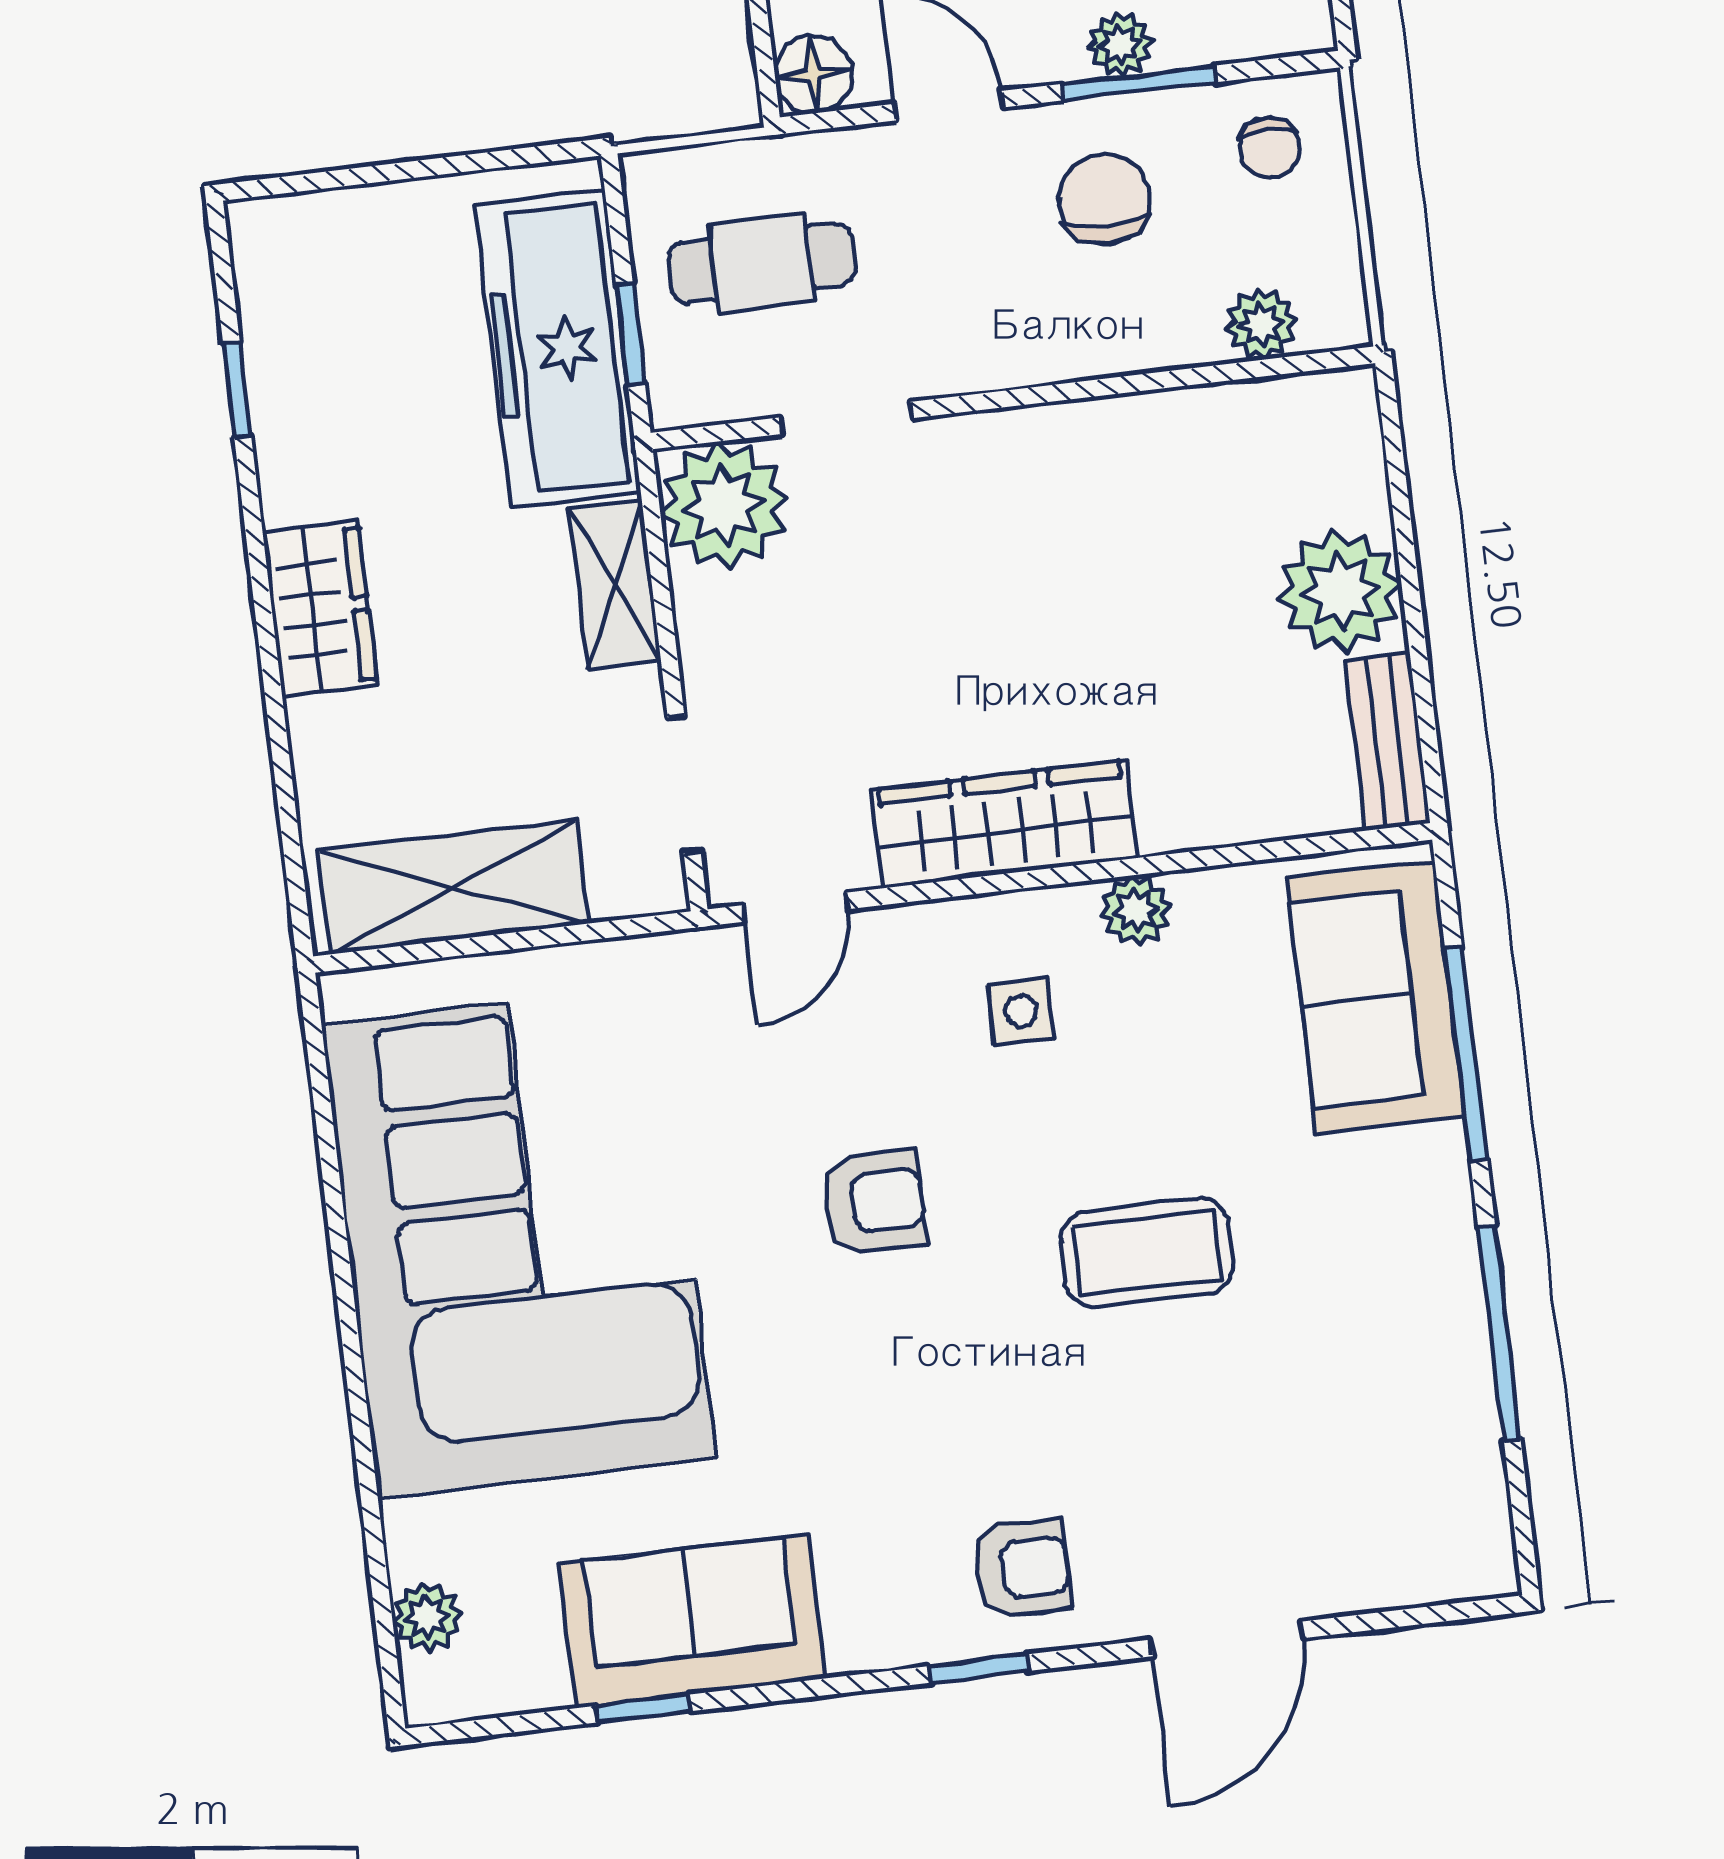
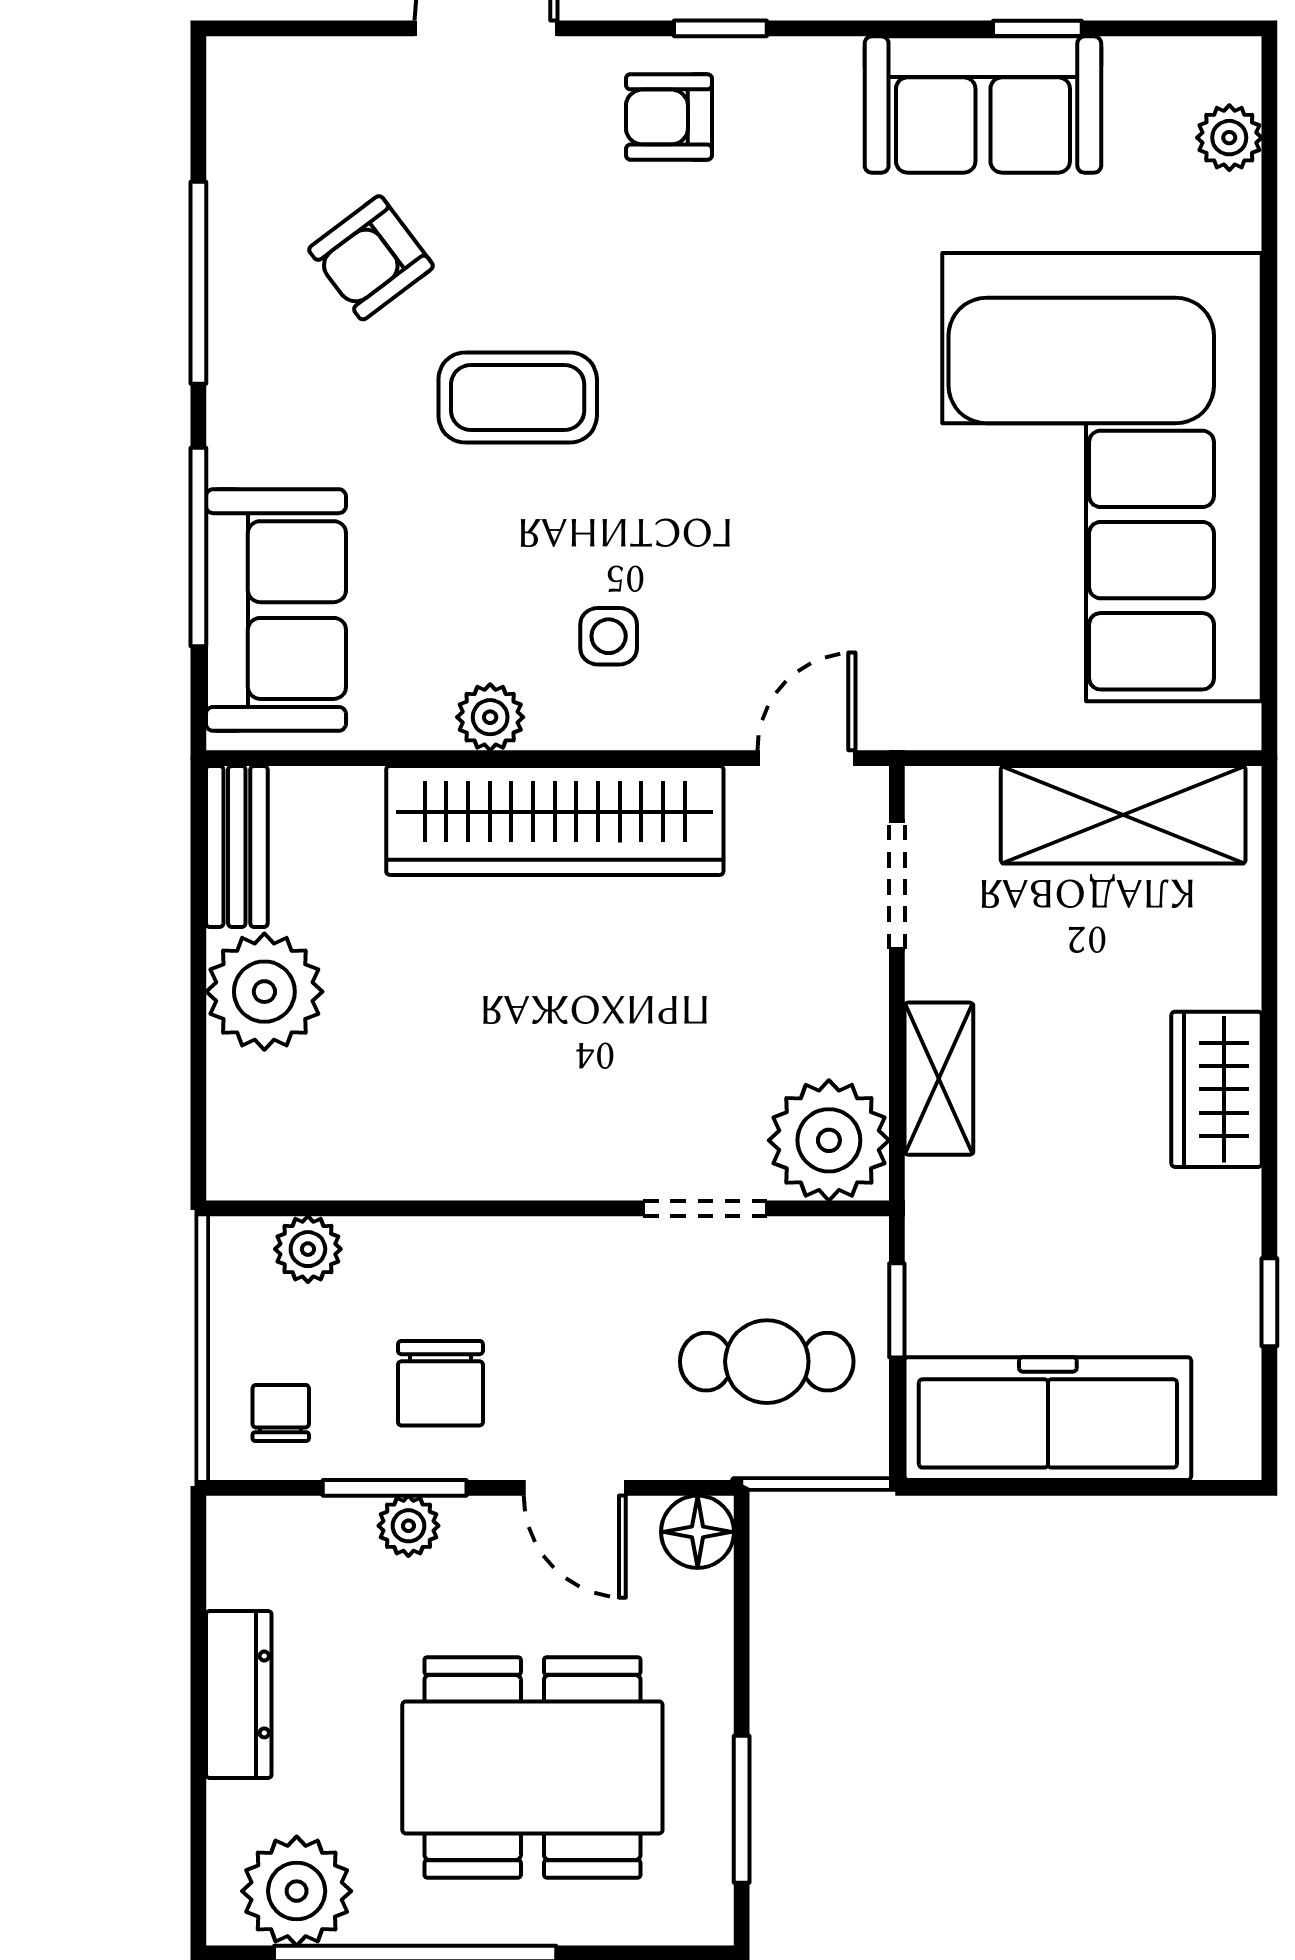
freezer: (558, 349) -> (1048, 1419), moved, turned -90
wardrobe: (1004, 824) -> (555, 820), width x1.40, depth x1.17
armchair: (874, 1202) -> (371, 258), moved, turned -37

